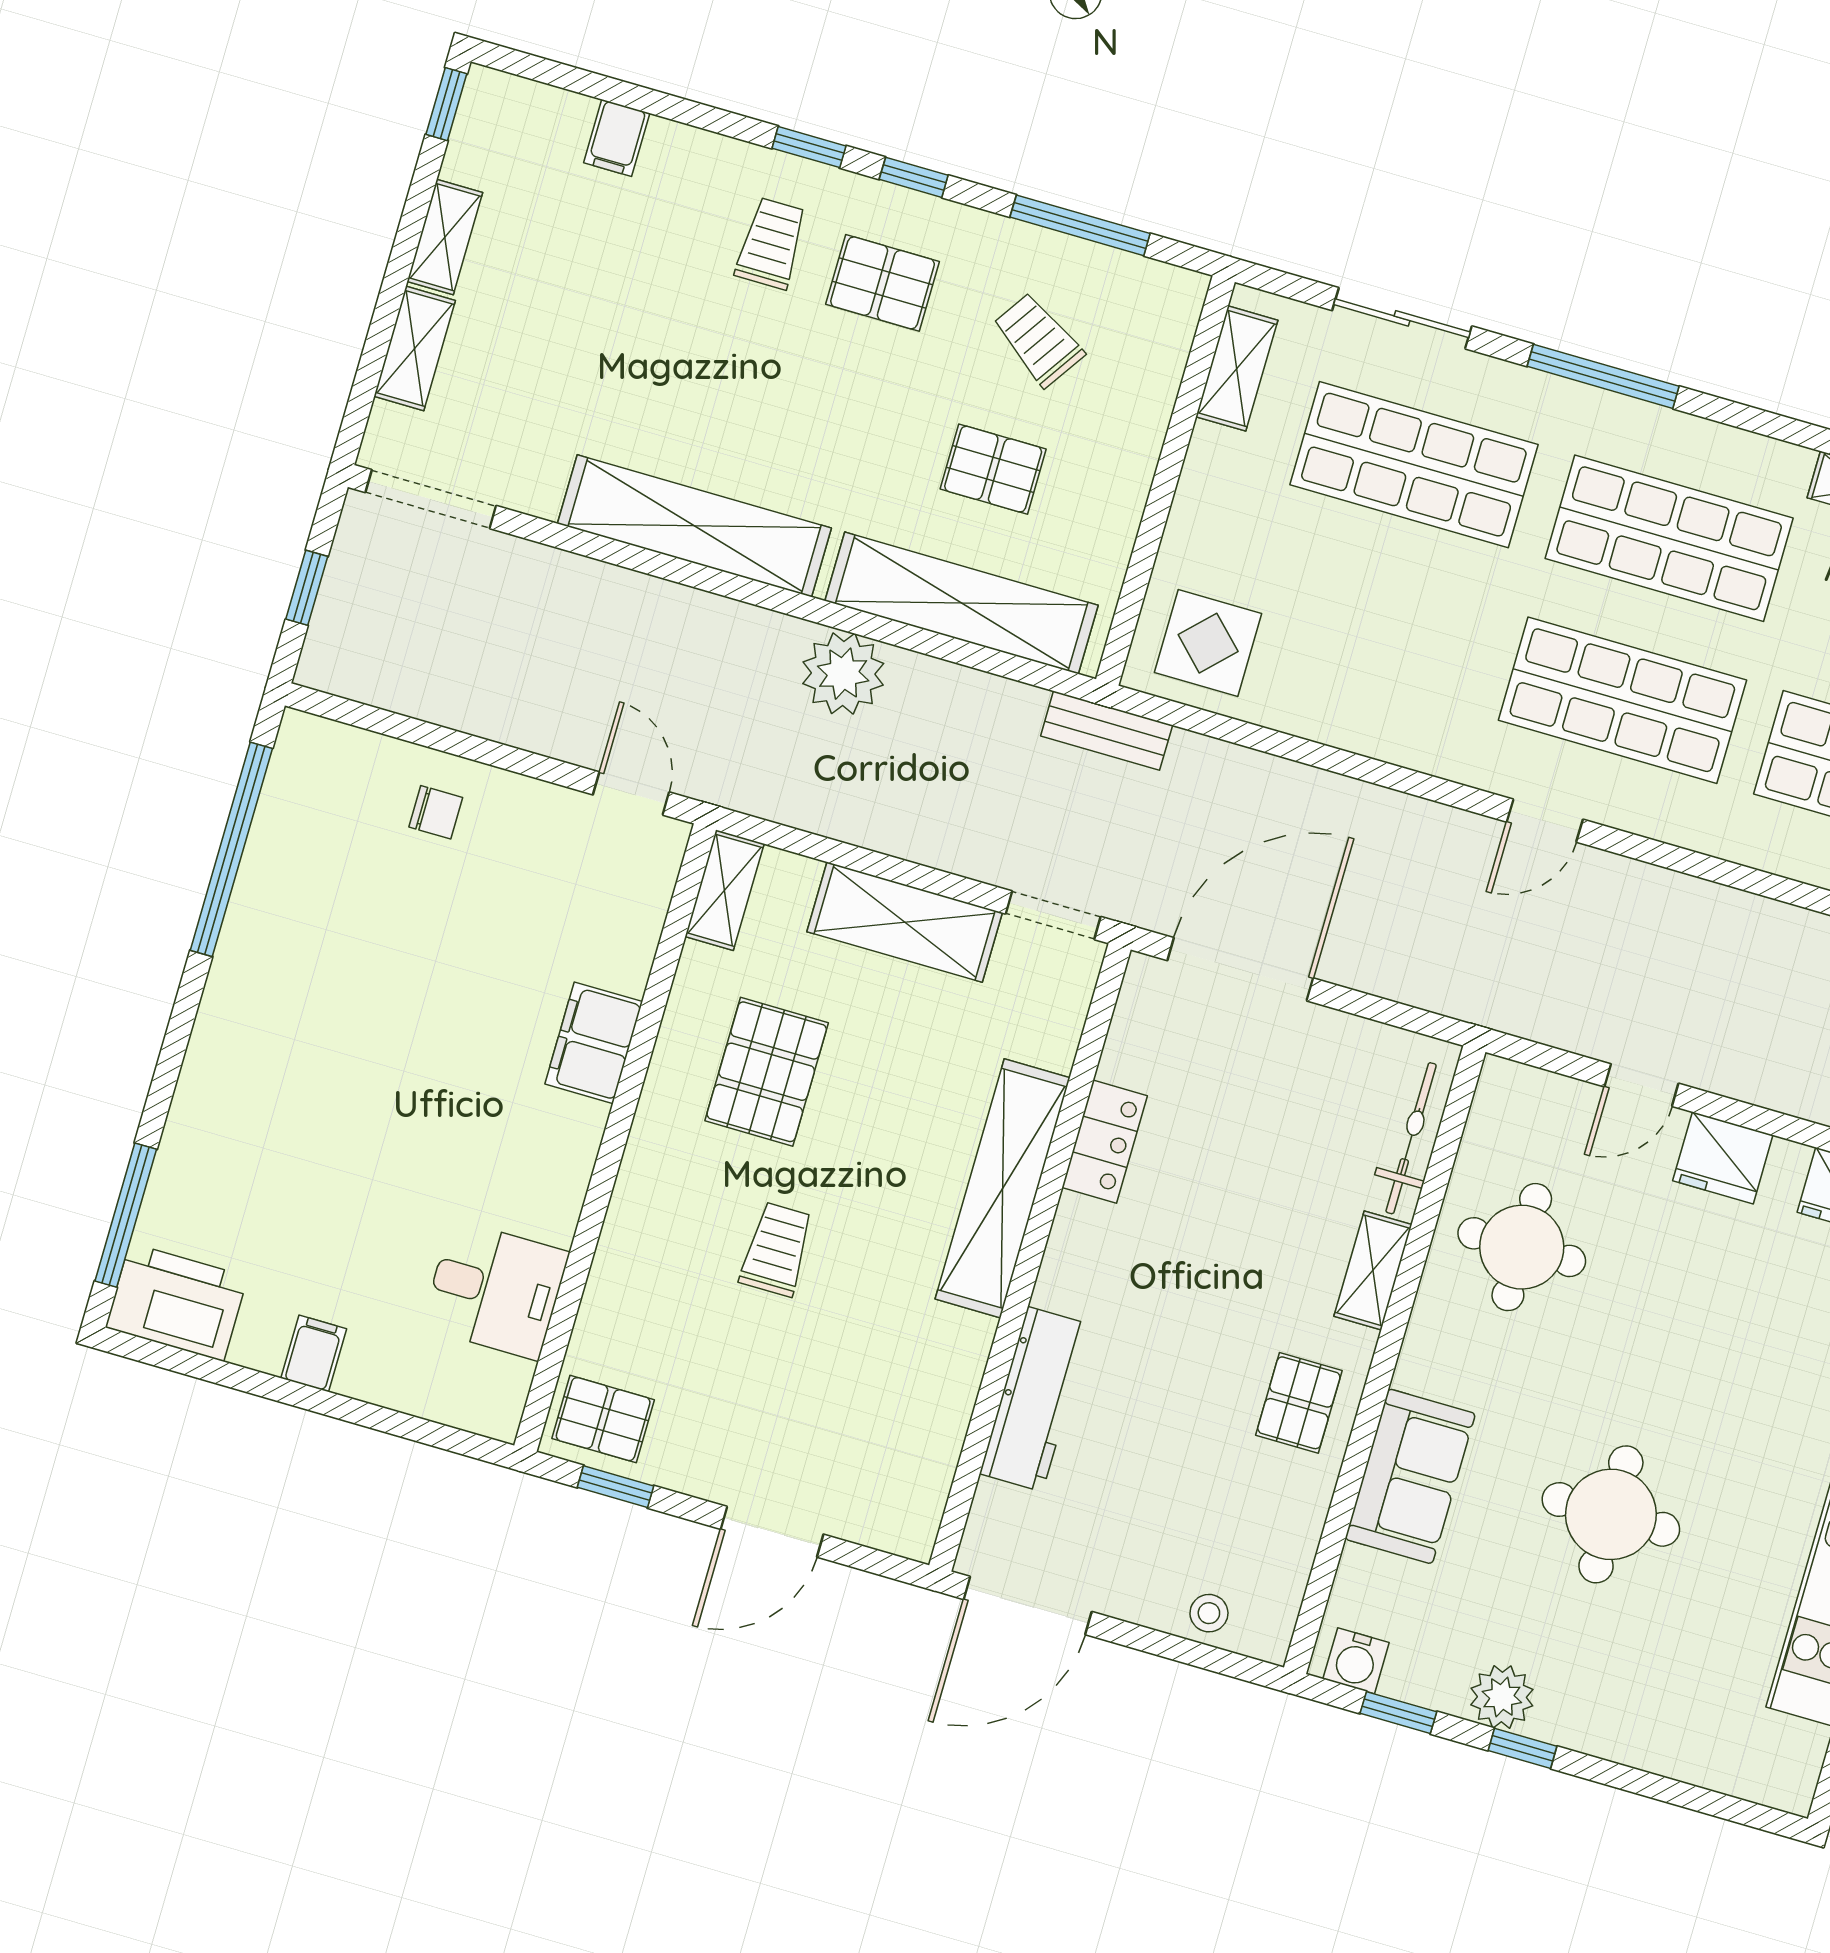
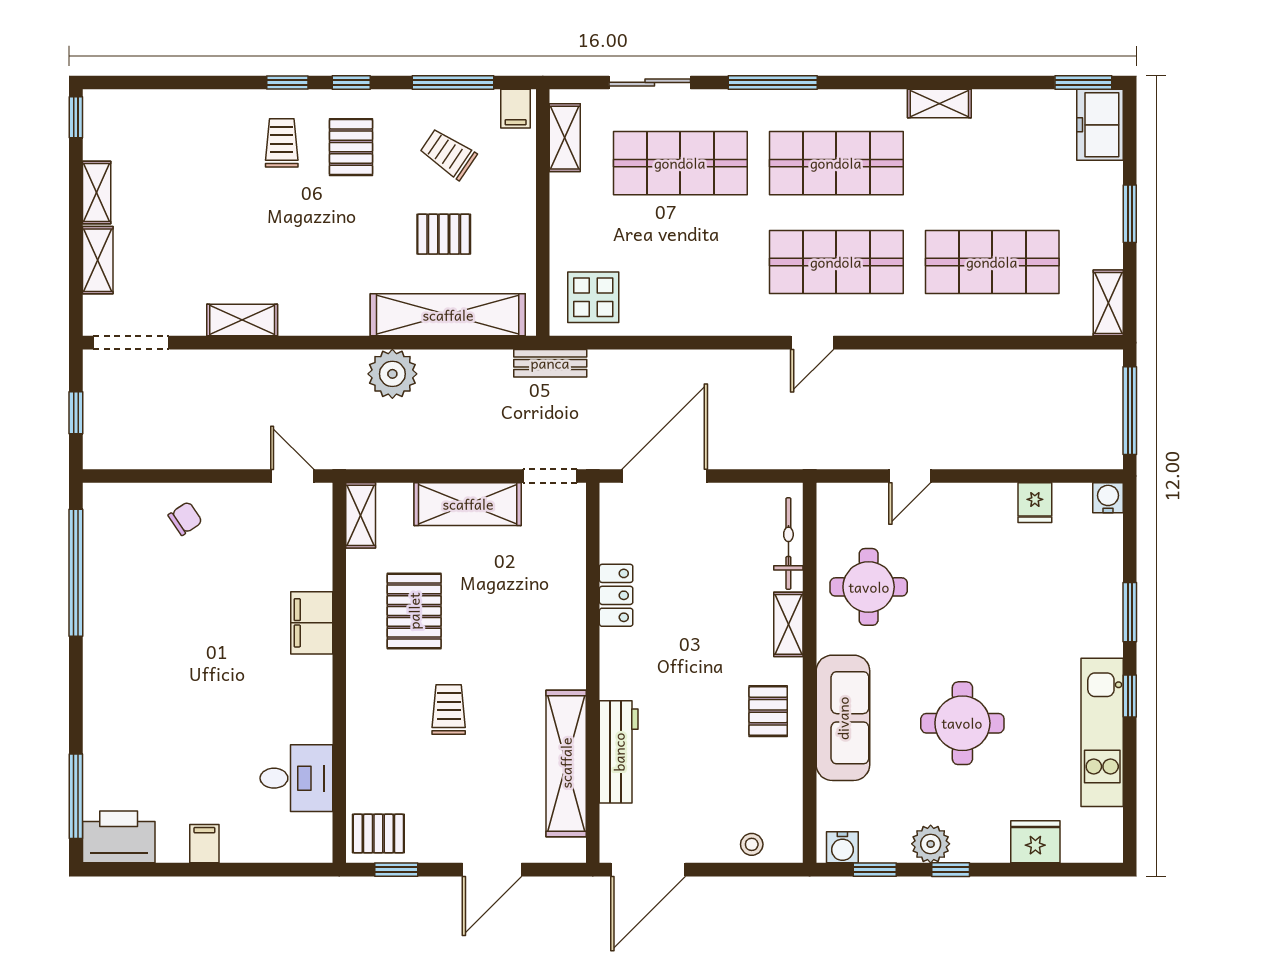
filing cabinet: (617, 138) -> (516, 109), moved
pallet: (883, 283) -> (351, 147), turned 90
shelving: (694, 526) -> (242, 320), width x0.45, depth x0.75
chair: (436, 812) -> (185, 518), turned -34
fridge: (1723, 1158) -> (1035, 842), moved, turned 180
shelving: (1003, 1188) -> (566, 763), moved
sofa: (1410, 1476) -> (843, 718), width x1.36

